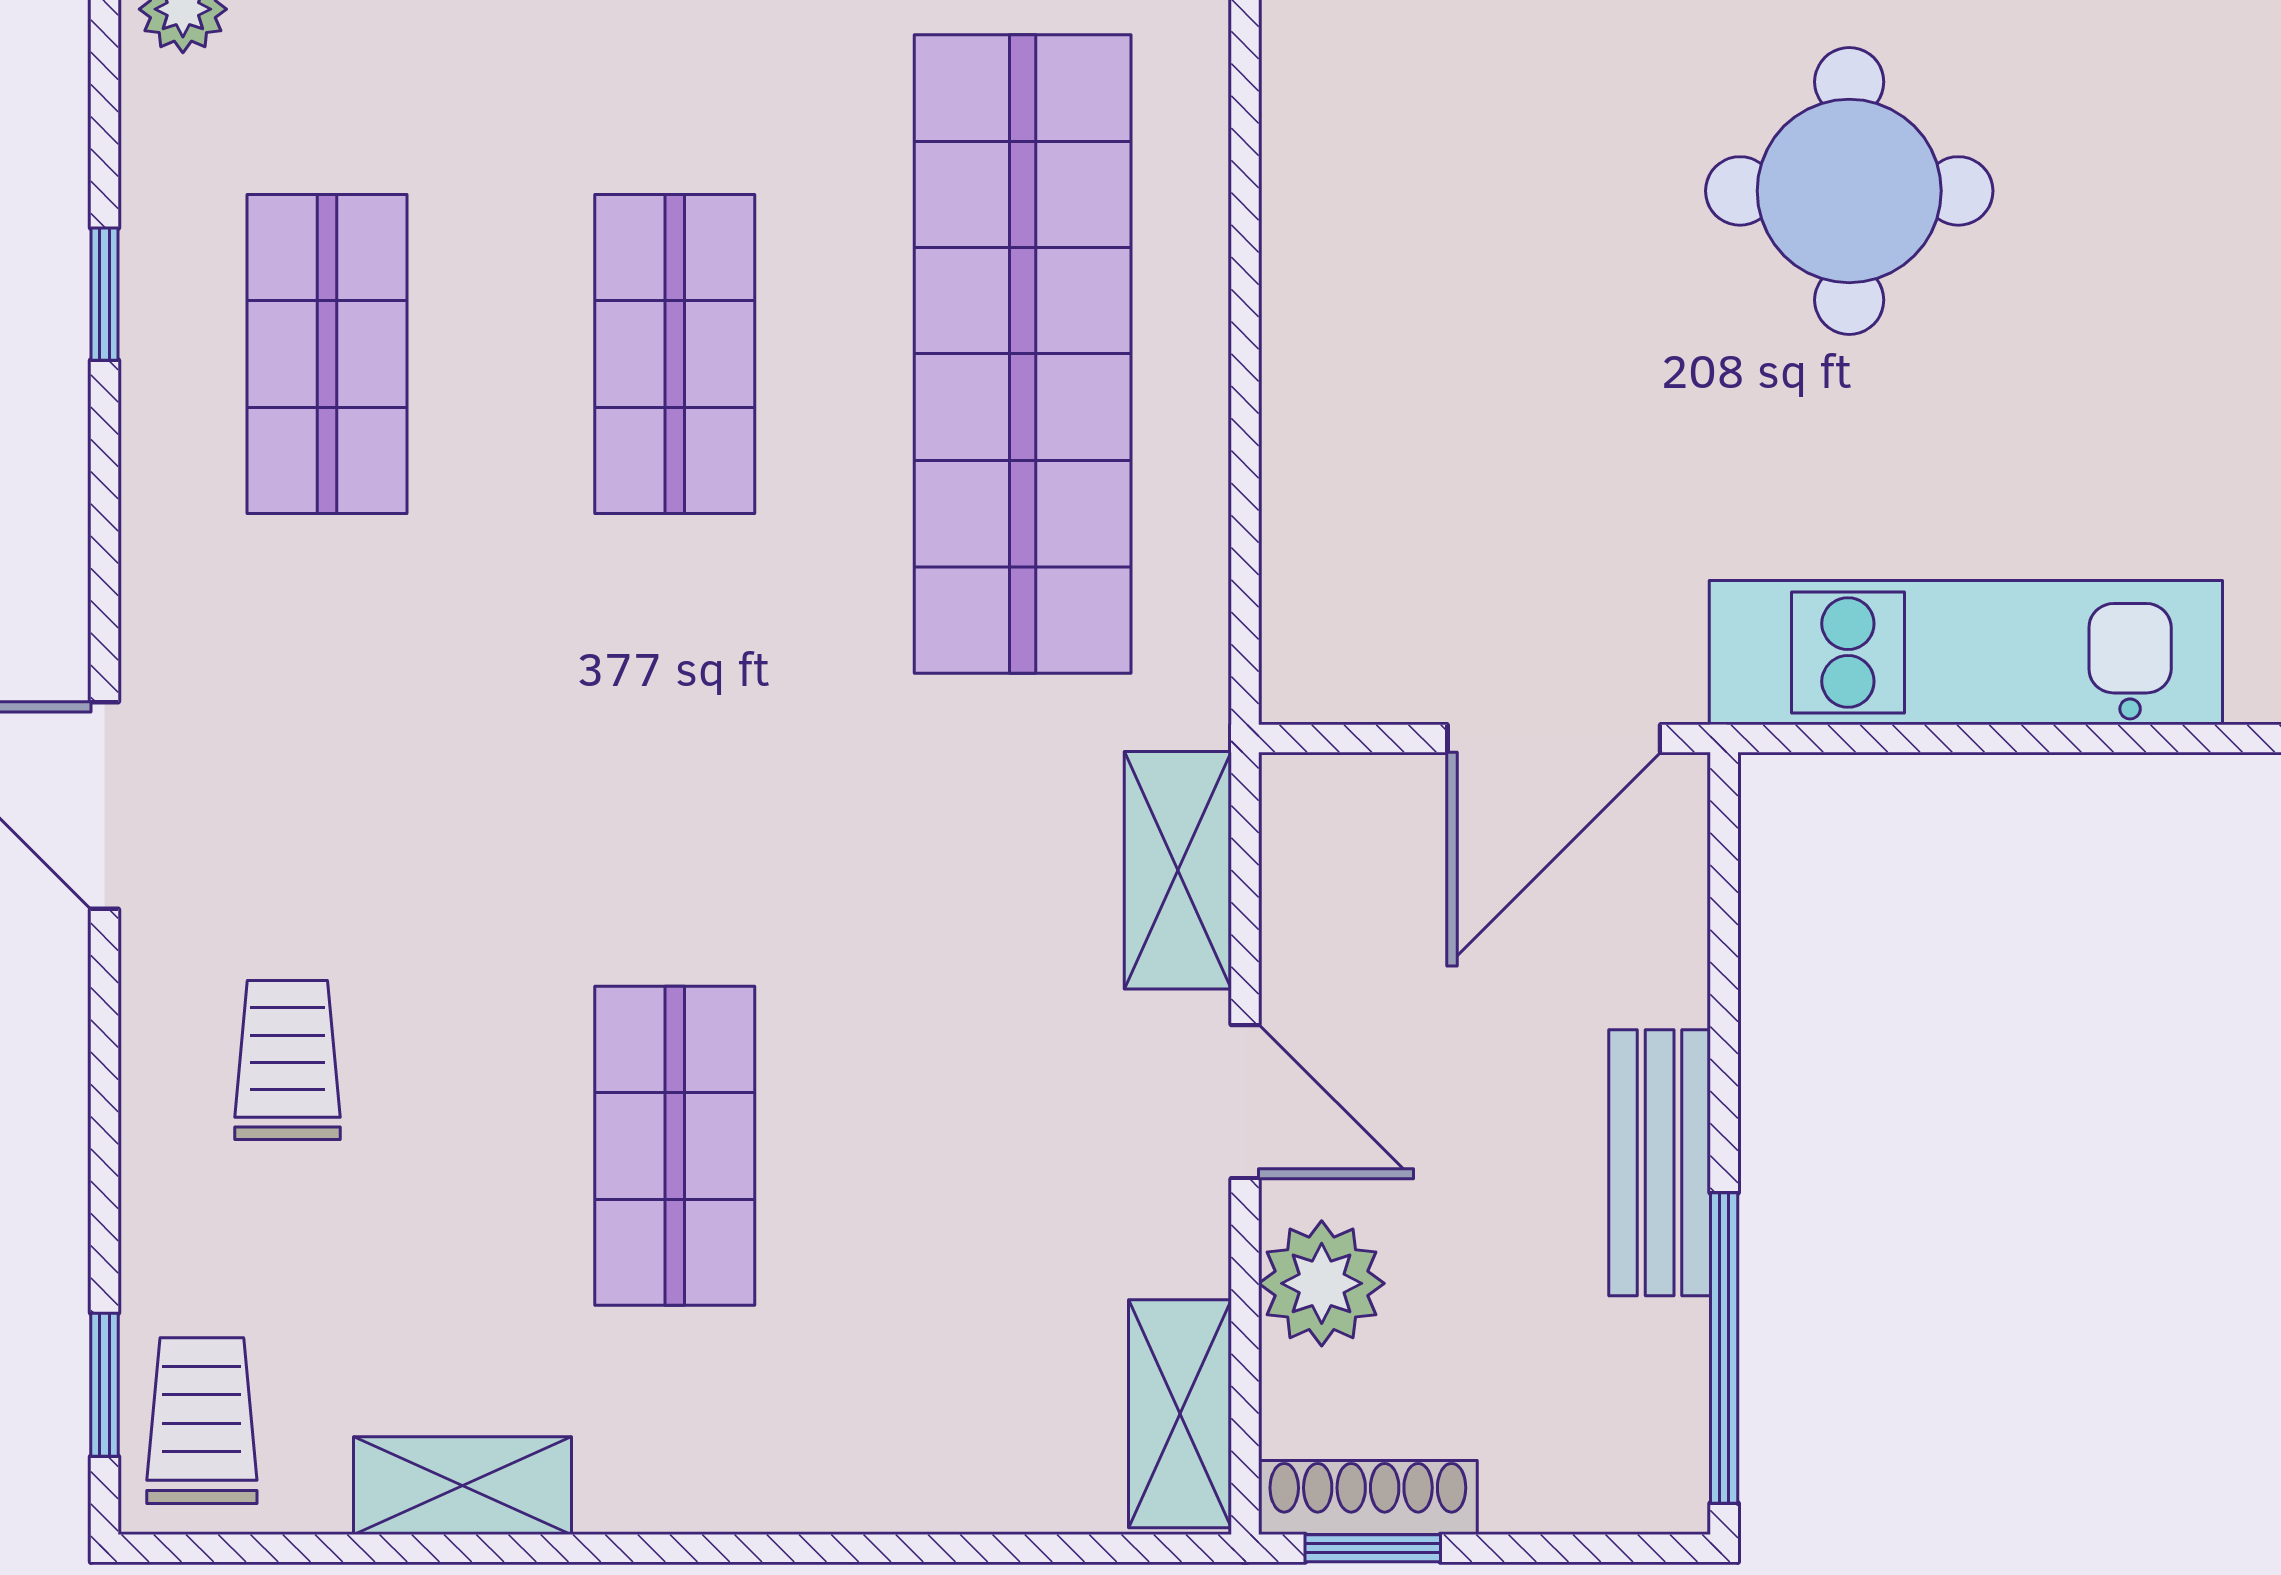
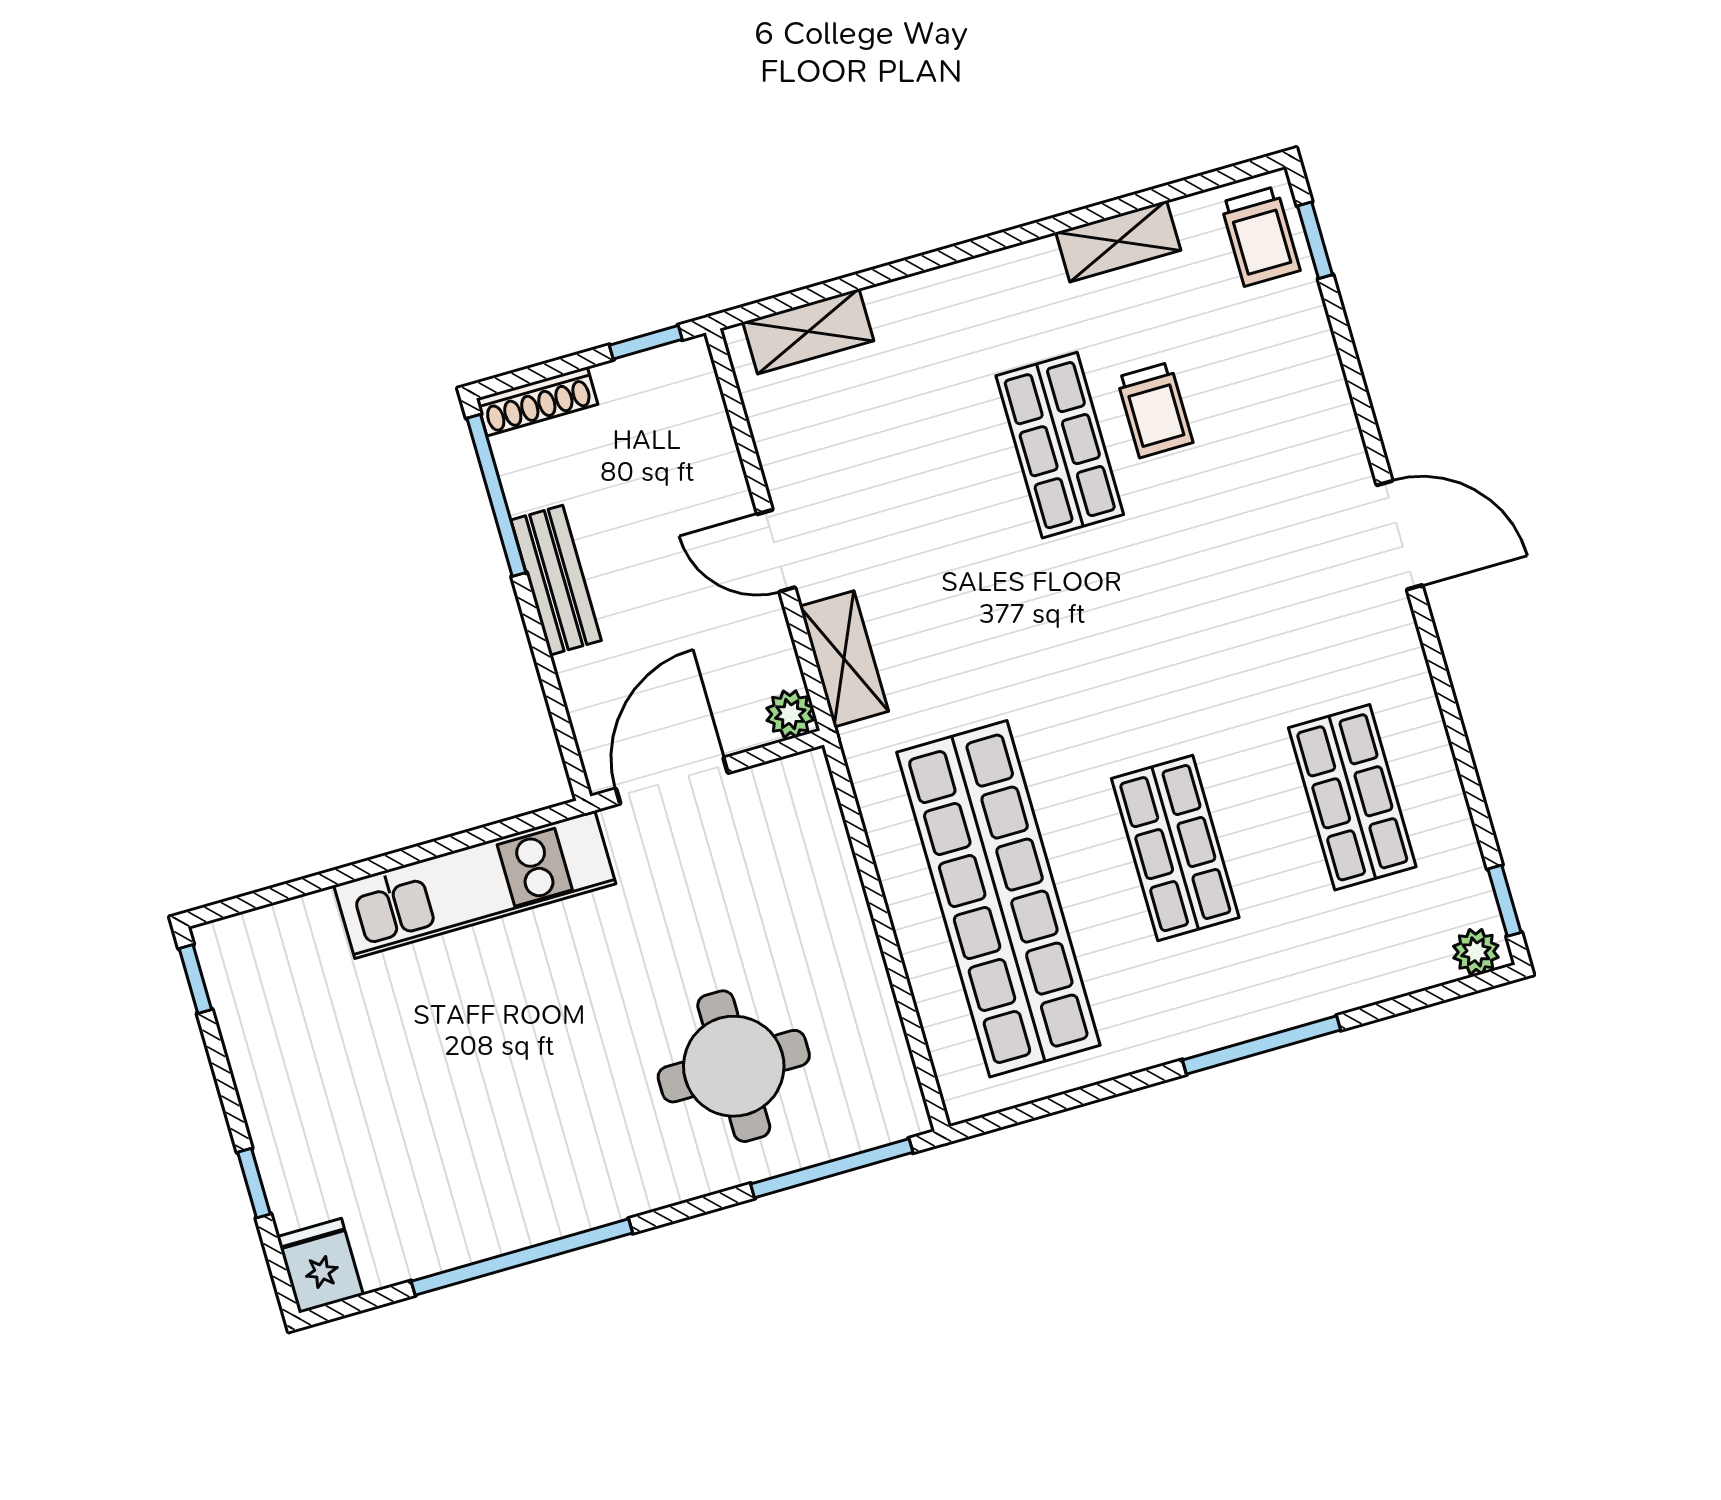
round table: (1849, 191) -> (734, 1066), moved
window: (105, 294) -> (1504, 901), moved
trolley: (287, 1060) -> (1155, 410), moved
plant: (1322, 1283) -> (790, 714), moved, width x0.73, depth x0.73
shelving: (1180, 1414) -> (808, 331), moved, turned 90
shoe rack: (1368, 1497) -> (537, 401), moved

